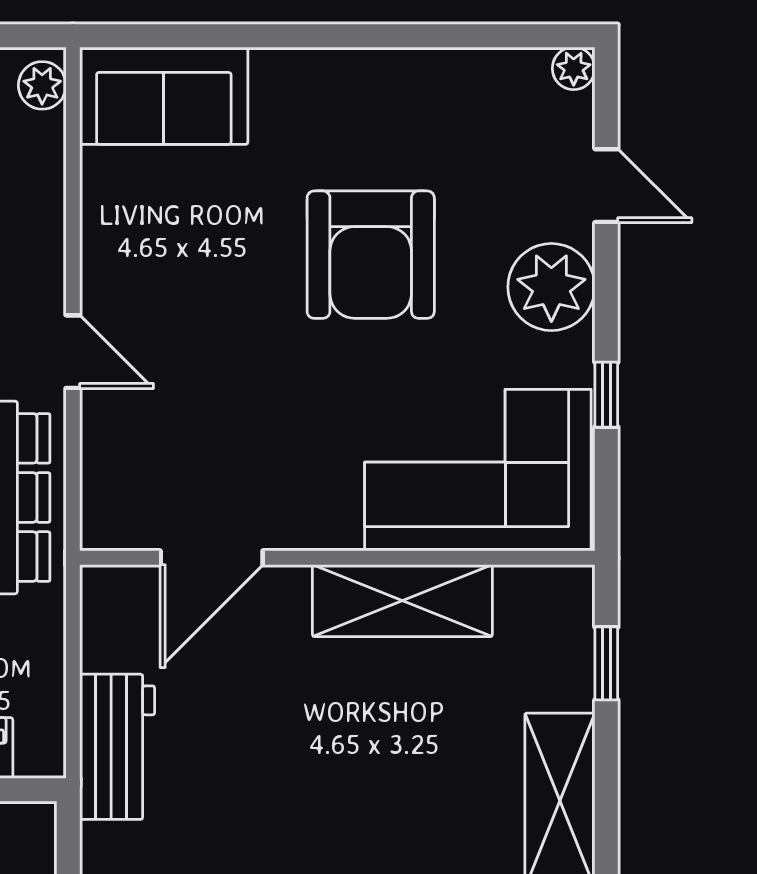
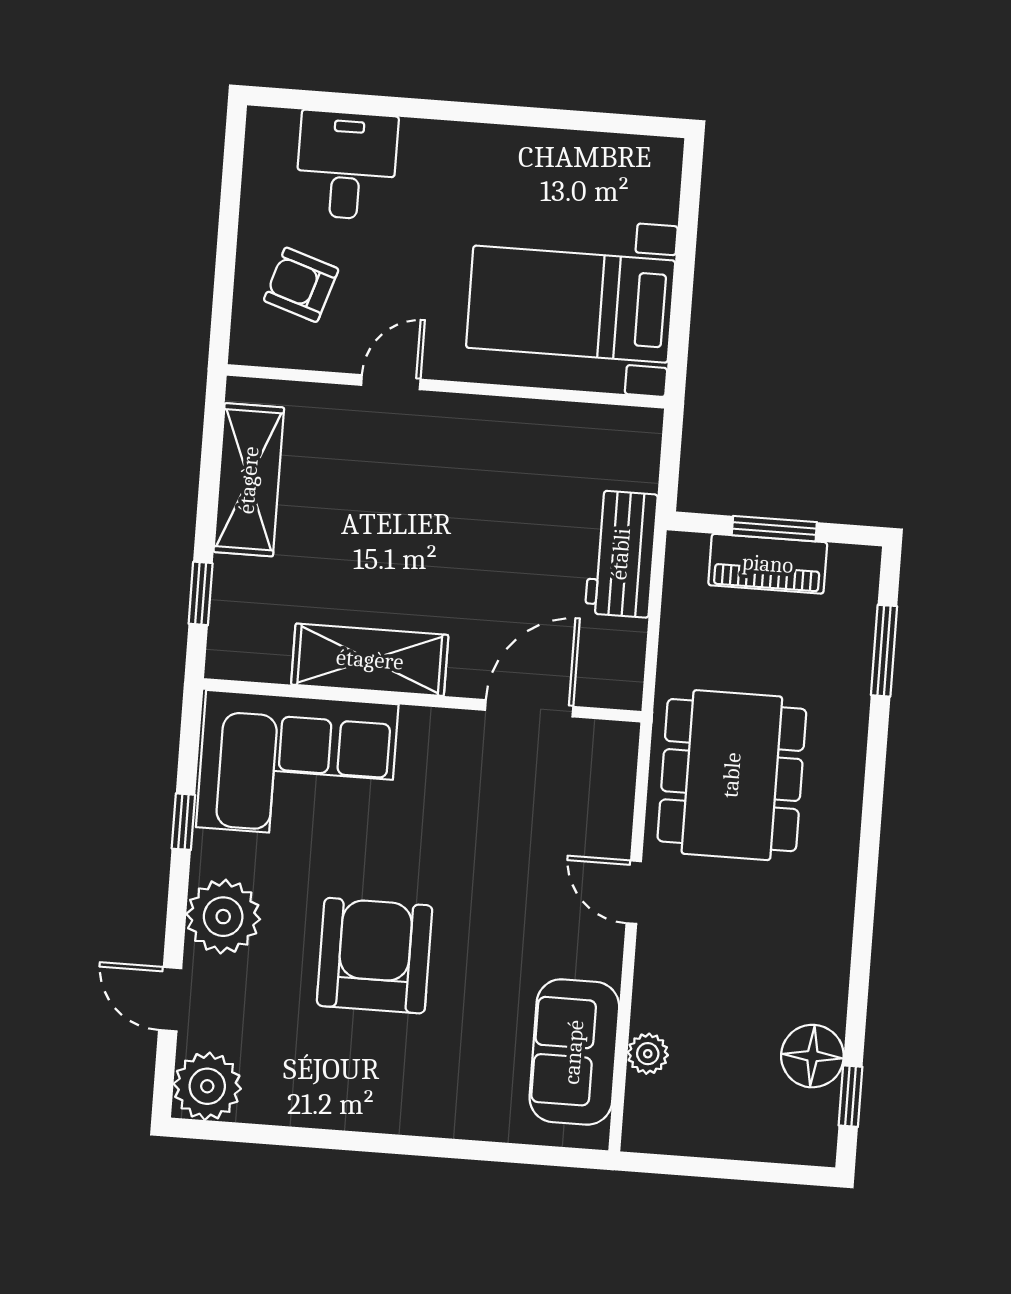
plant: (574, 68) -> (207, 1086), width x1.88, depth x1.88
plant: (42, 85) -> (648, 1054), moved
sofa: (164, 96) -> (574, 1052), moved, turned -90

